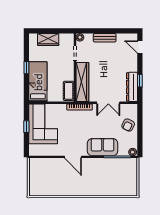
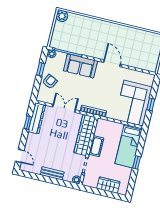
cot: (69, 91) -> (96, 146), moved
window: (140, 135) -> (41, 69), added
plant: (132, 191) -> (62, 16), added

